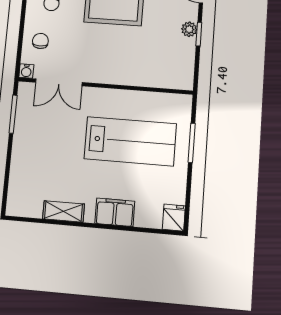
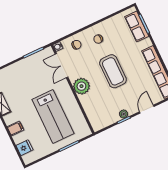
plant: (108, 70) -> (81, 86), added
filing cabinet: (115, 212) -> (15, 128), width x0.50
fridge: (174, 218) -> (24, 148), moved

